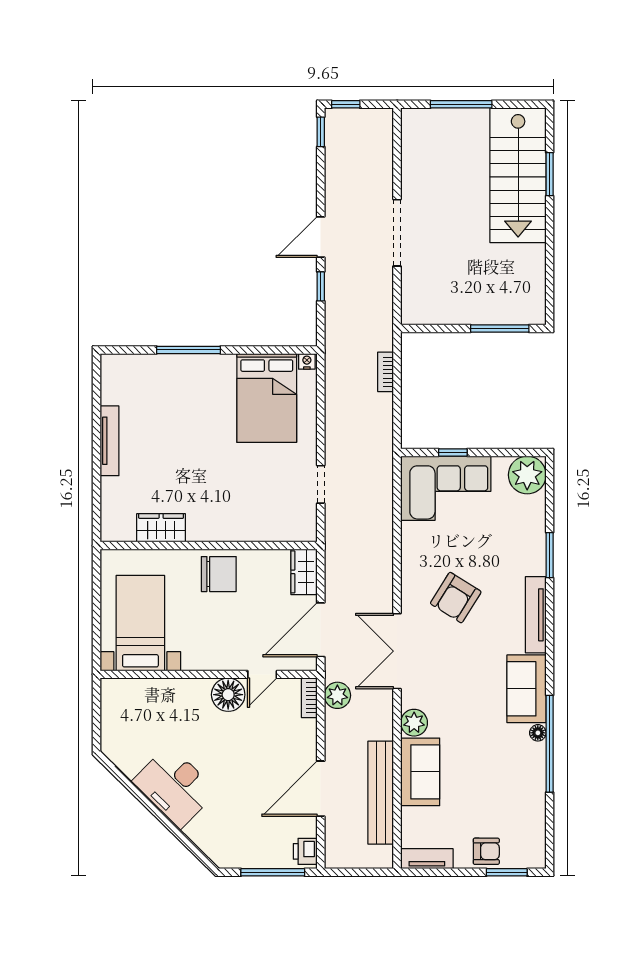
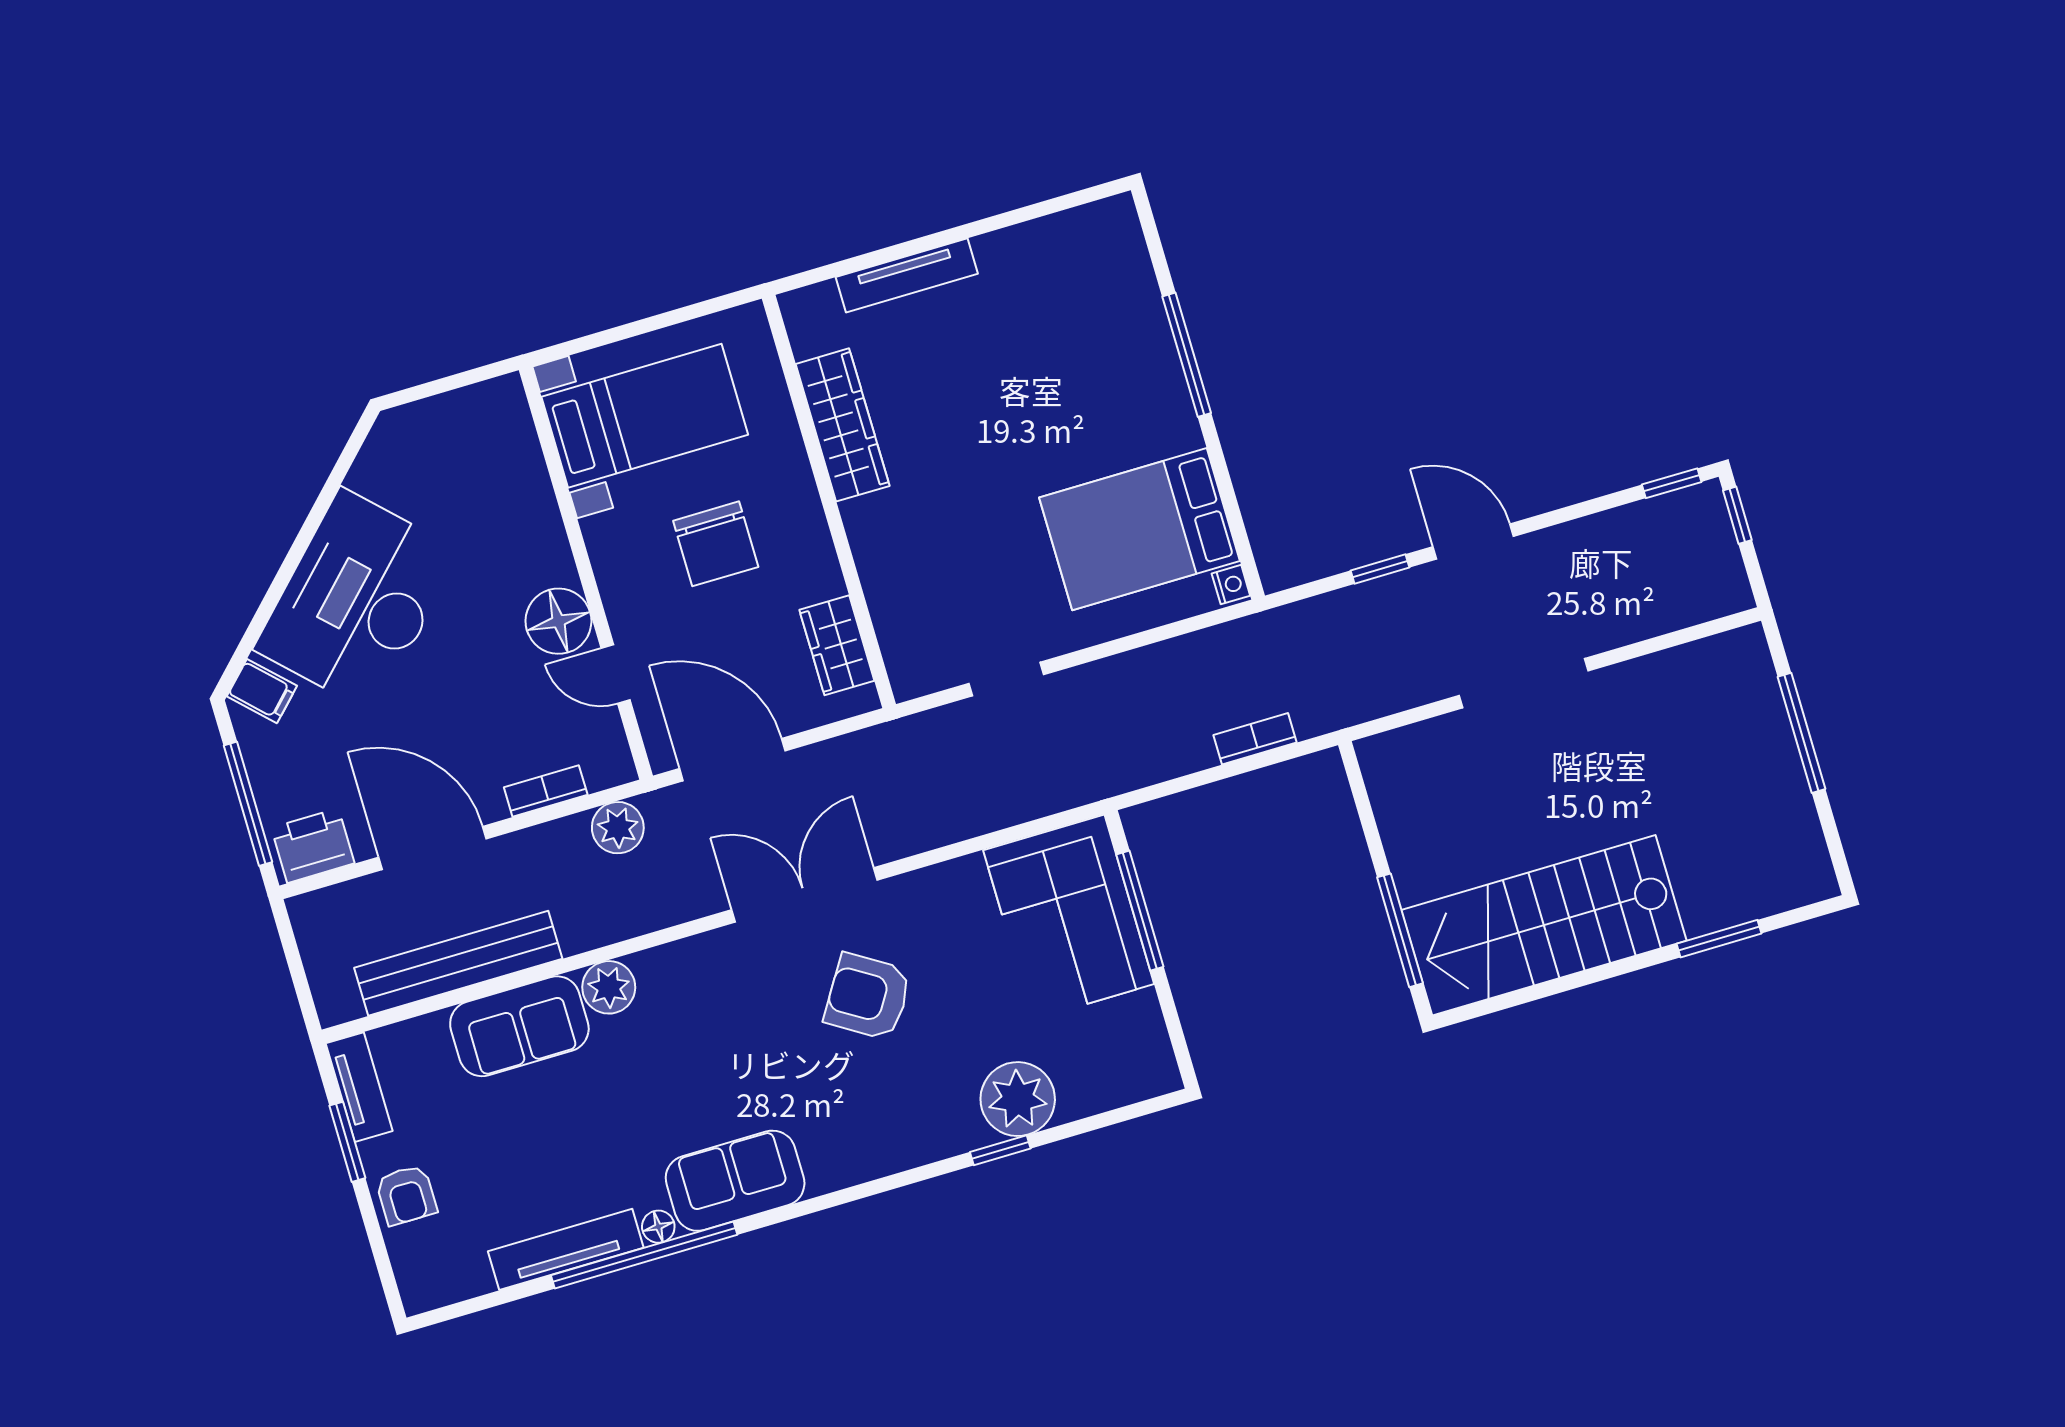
stairs: (518, 175) -> (1544, 925), moved
tv unit: (110, 441) -> (907, 275), moved
window: (453, 453) -> (1140, 911), width x2.17
plant: (527, 475) -> (1018, 1099), moved
wardrobe: (161, 528) -> (843, 425), width x1.50
window: (550, 555) -> (1000, 1150), width x0.67
wardrobe: (304, 572) -> (837, 645), moved, turned -90
chair: (219, 574) -> (716, 544), moved
tv unit: (536, 615) -> (566, 1249), moved
double door: (397, 651) -> (804, 895), moved
bookcase: (309, 698) -> (546, 791), moved
desk: (174, 787) -> (357, 600), width x1.36, depth x1.30
filing cabinet: (220, 849) -> (262, 691), added
printer: (305, 851) -> (313, 846), width x1.36, depth x1.24
window: (507, 872) -> (347, 1142), moved

